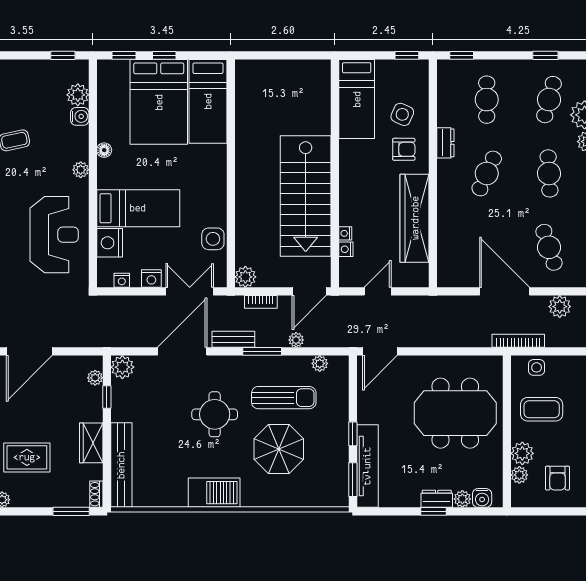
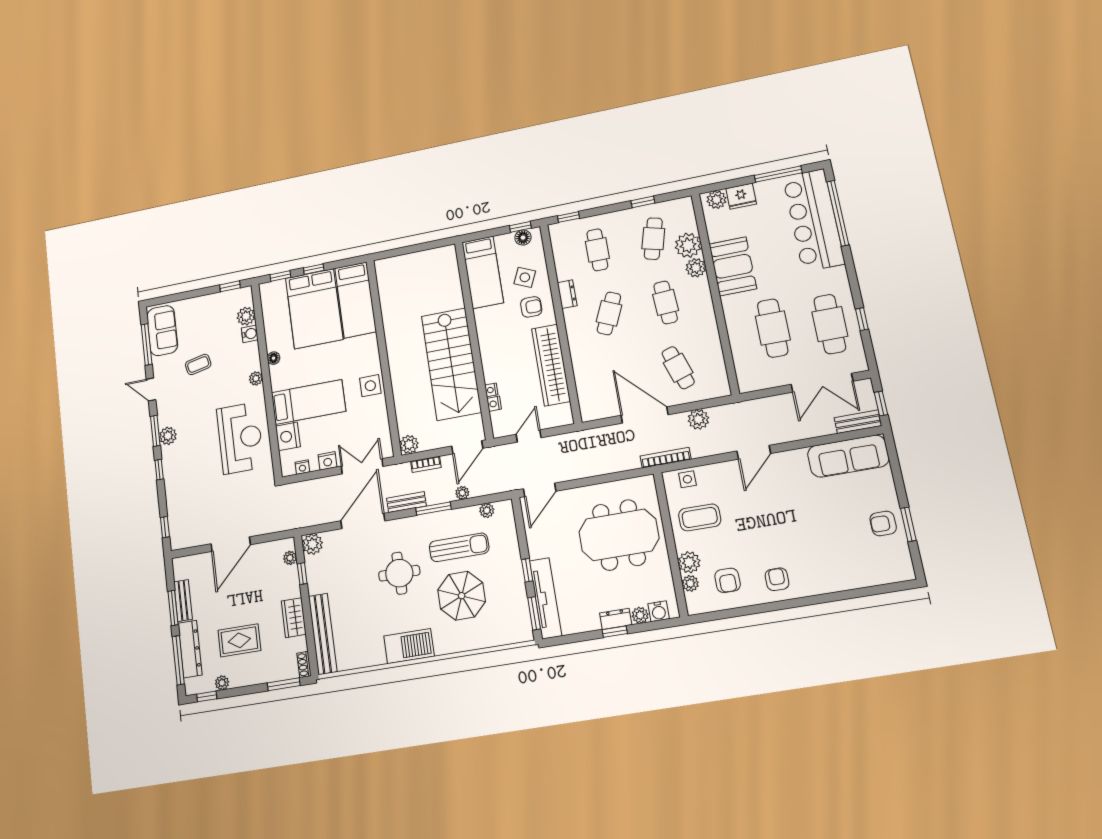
floor lamp: (408, 68) -> (523, 238), added
side table: (213, 239) -> (370, 386), moved

